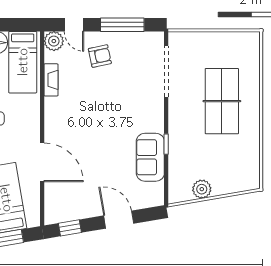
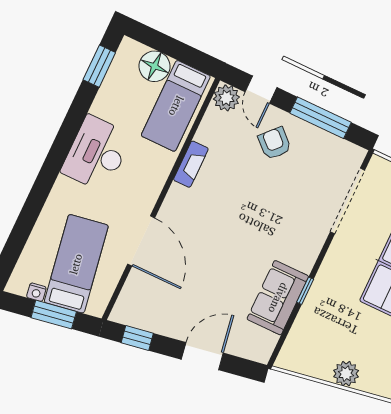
armchair: (100, 56) -> (275, 143), turned -125
fireplace: (51, 80) -> (191, 164), moved
plant: (202, 189) -> (346, 374), moved
door: (119, 220) -> (202, 356), hinge flipped

